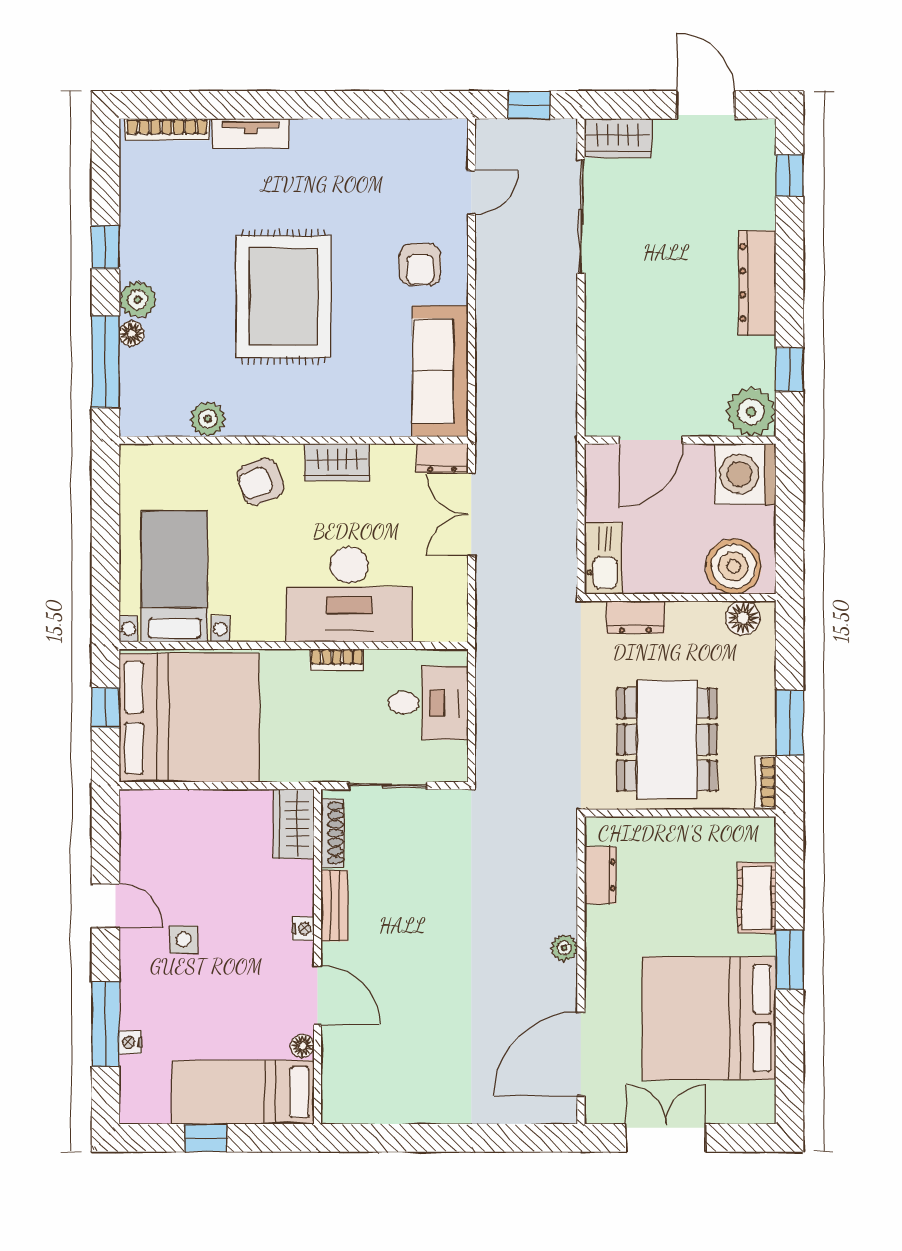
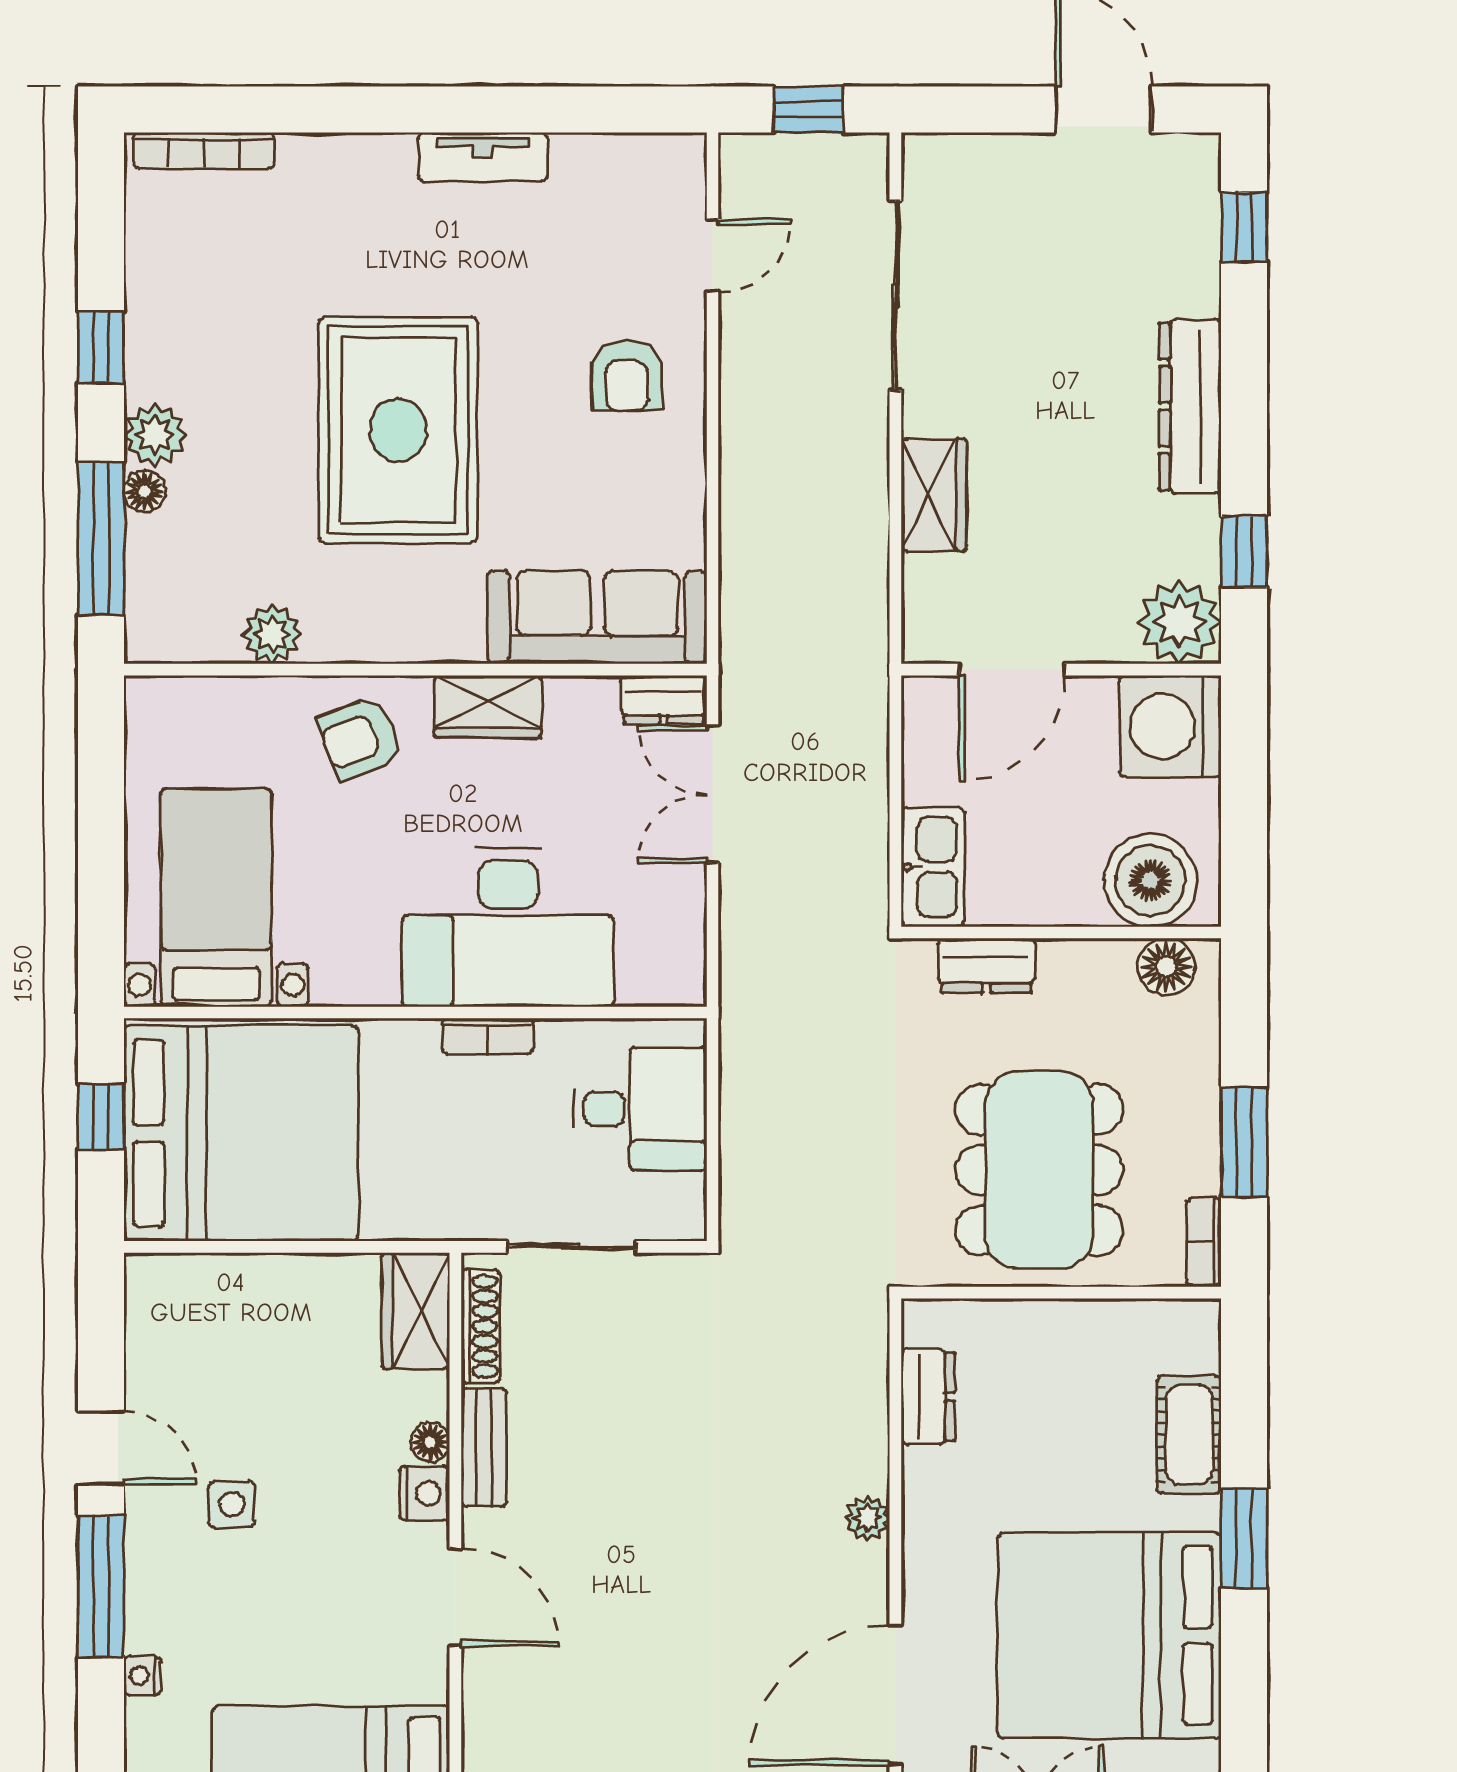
tv unit: (251, 133) -> (483, 157), moved
wardrobe: (618, 138) -> (934, 495), moved, turned -90
sofa: (440, 371) -> (597, 617), moved, turned 90
nightstand: (303, 928) -> (425, 1493), width x1.39, depth x1.35
window: (105, 1024) -> (101, 1587), moved
floor lamp: (302, 1046) -> (430, 1442), moved

